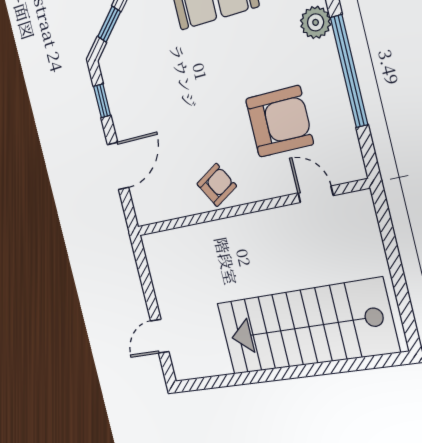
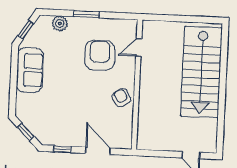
window: (349, 71) -> (87, 14), width x0.47

